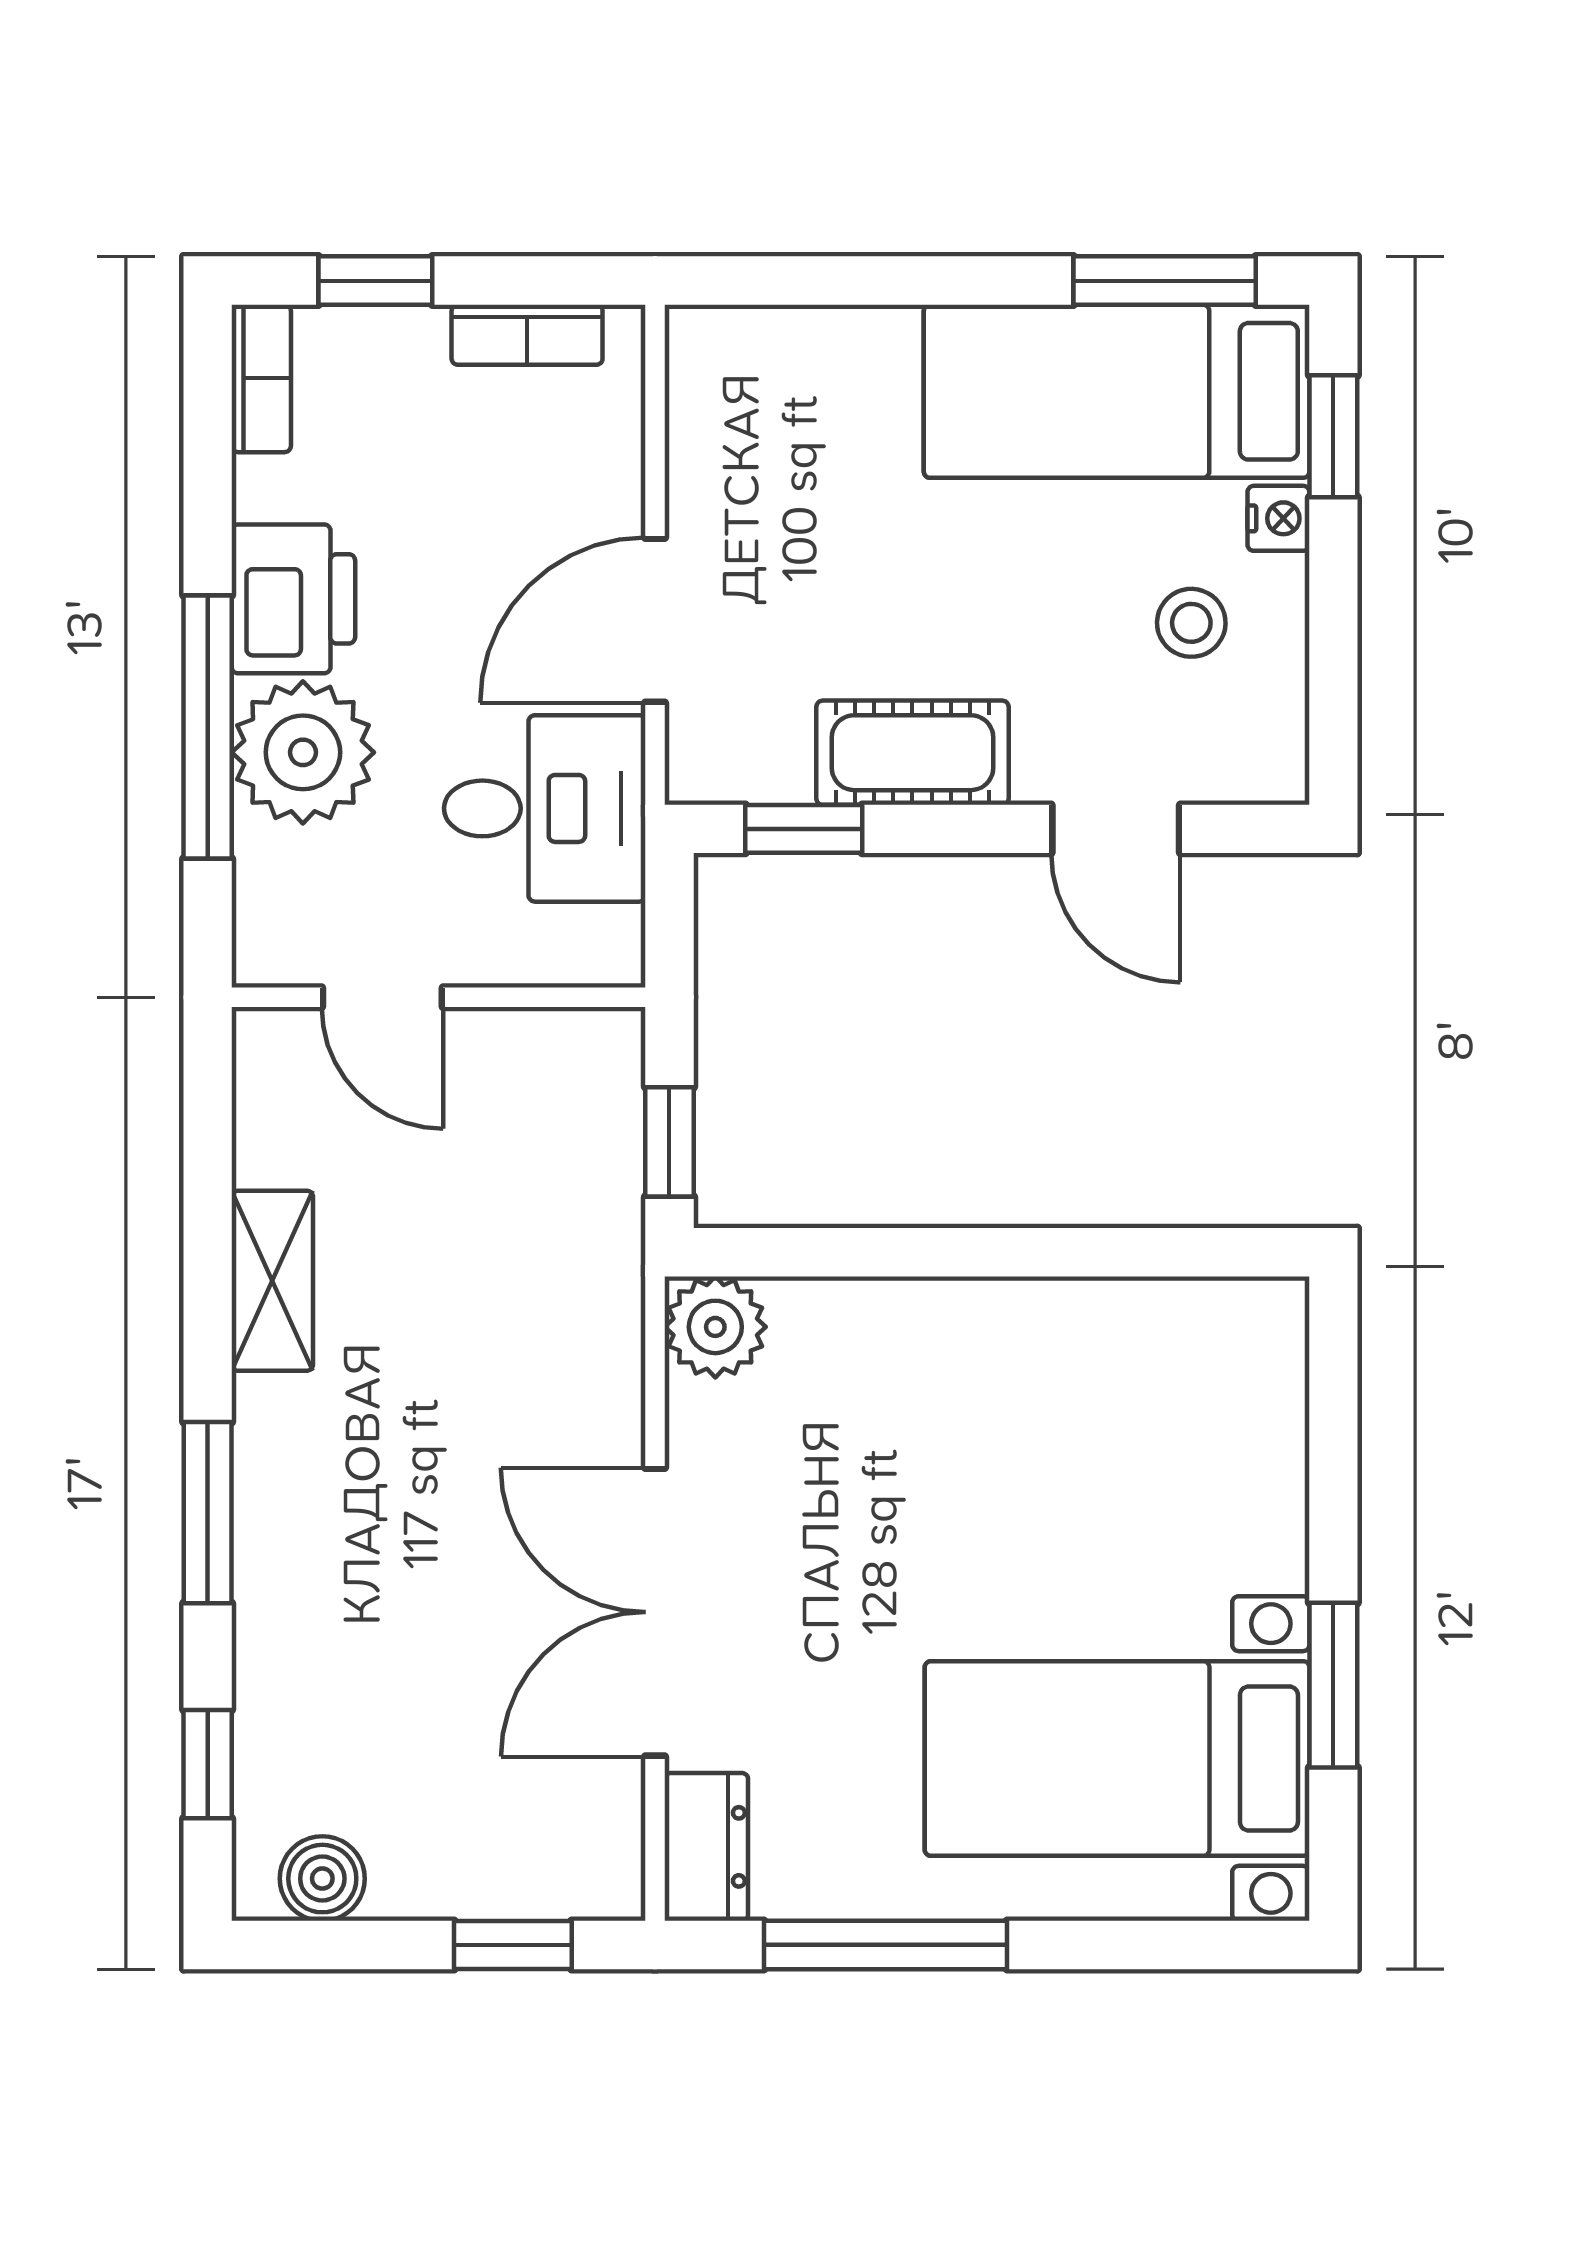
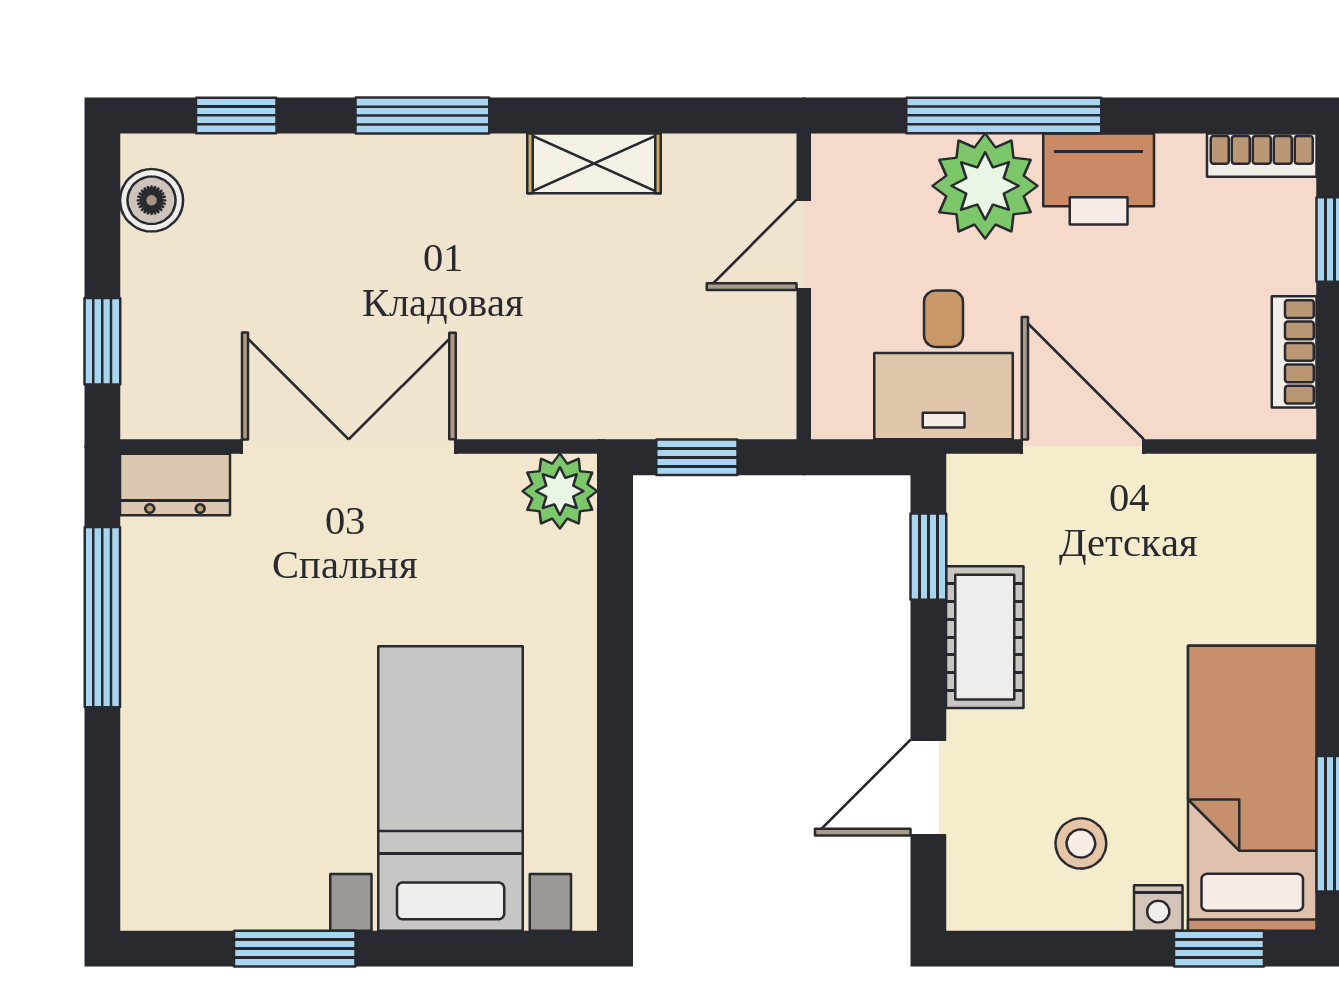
bed with nightstands: (1117, 1759) -> (451, 789), moved

